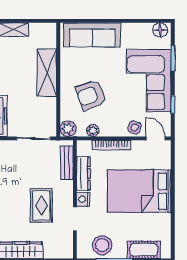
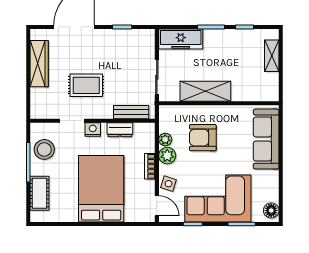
shelving: (47, 73) -> (205, 91), moved
armchair: (91, 95) -> (203, 138), turned -69
plant: (68, 129) -> (167, 156), moved
door: (156, 138) -> (157, 206), hinge flipped
bookcase: (111, 145) -> (150, 166), width x0.64
dresser: (83, 174) -> (120, 130), width x0.70

